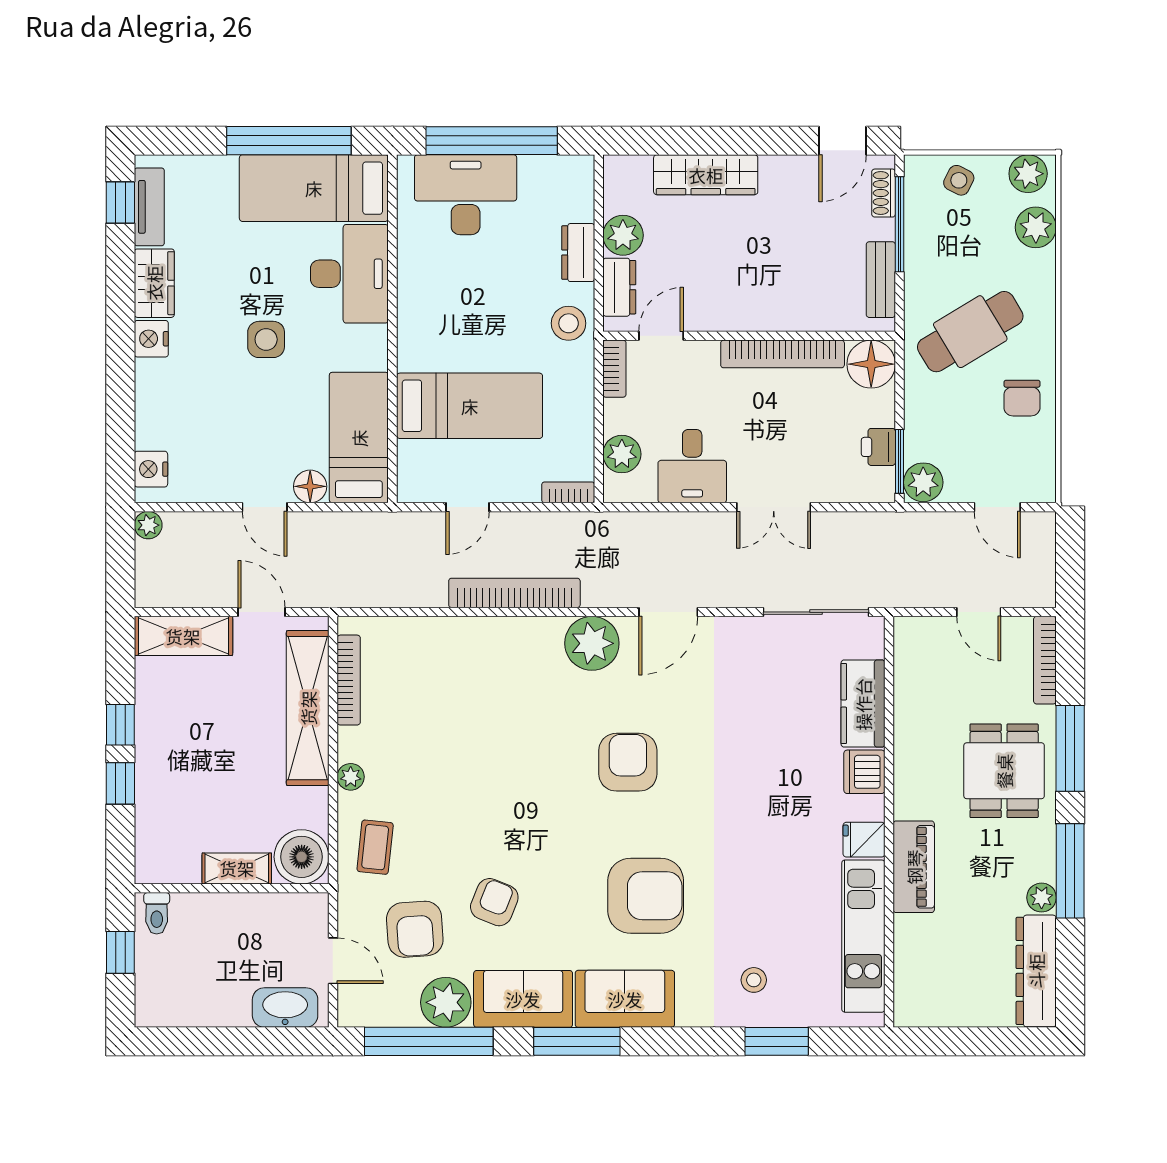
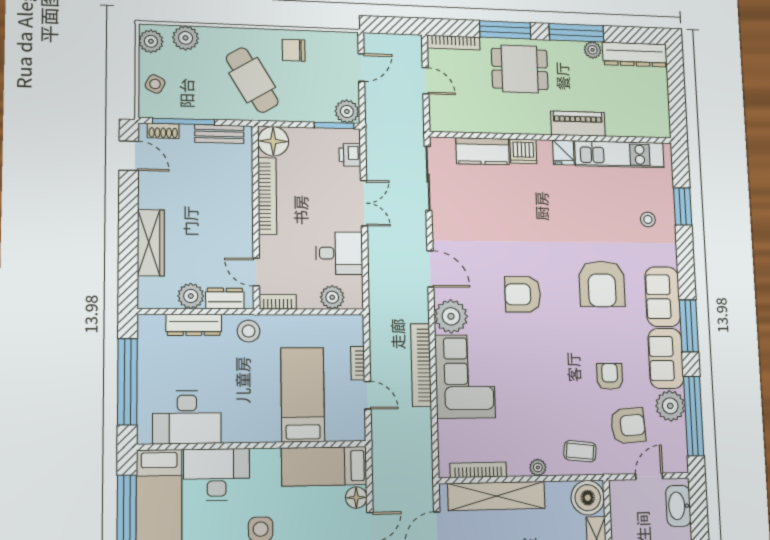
desk: (466, 195) -> (187, 417), moved, turned -90
dresser: (578, 253) -> (194, 325), width x1.44
chair: (1022, 398) -> (294, 50), turned 180
printer: (878, 447) -> (350, 155), moved, turned 90
bookcase: (568, 492) -> (358, 363), moved
door: (979, 612) -> (426, 81), hinge flipped
corner sofa: (496, 663) -> (465, 376), added
armchair: (646, 896) -> (602, 284), turned 180
armchair: (494, 902) -> (610, 376), turned 68

